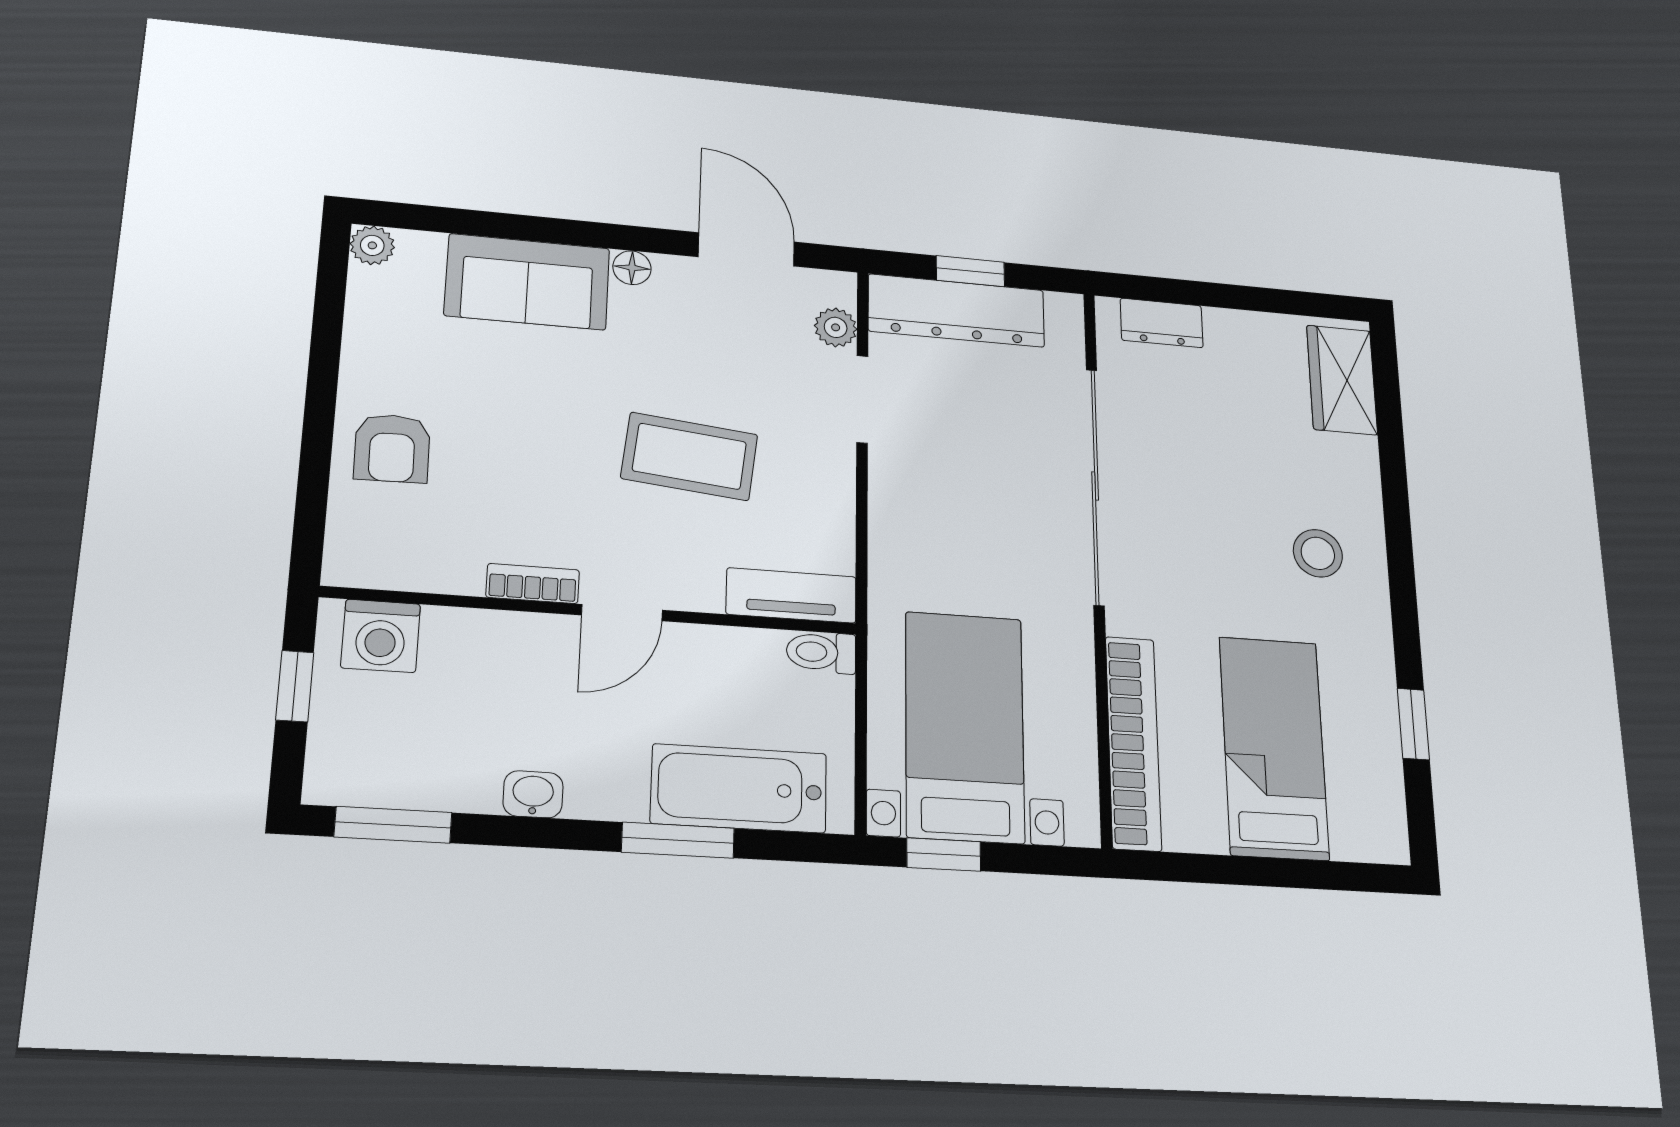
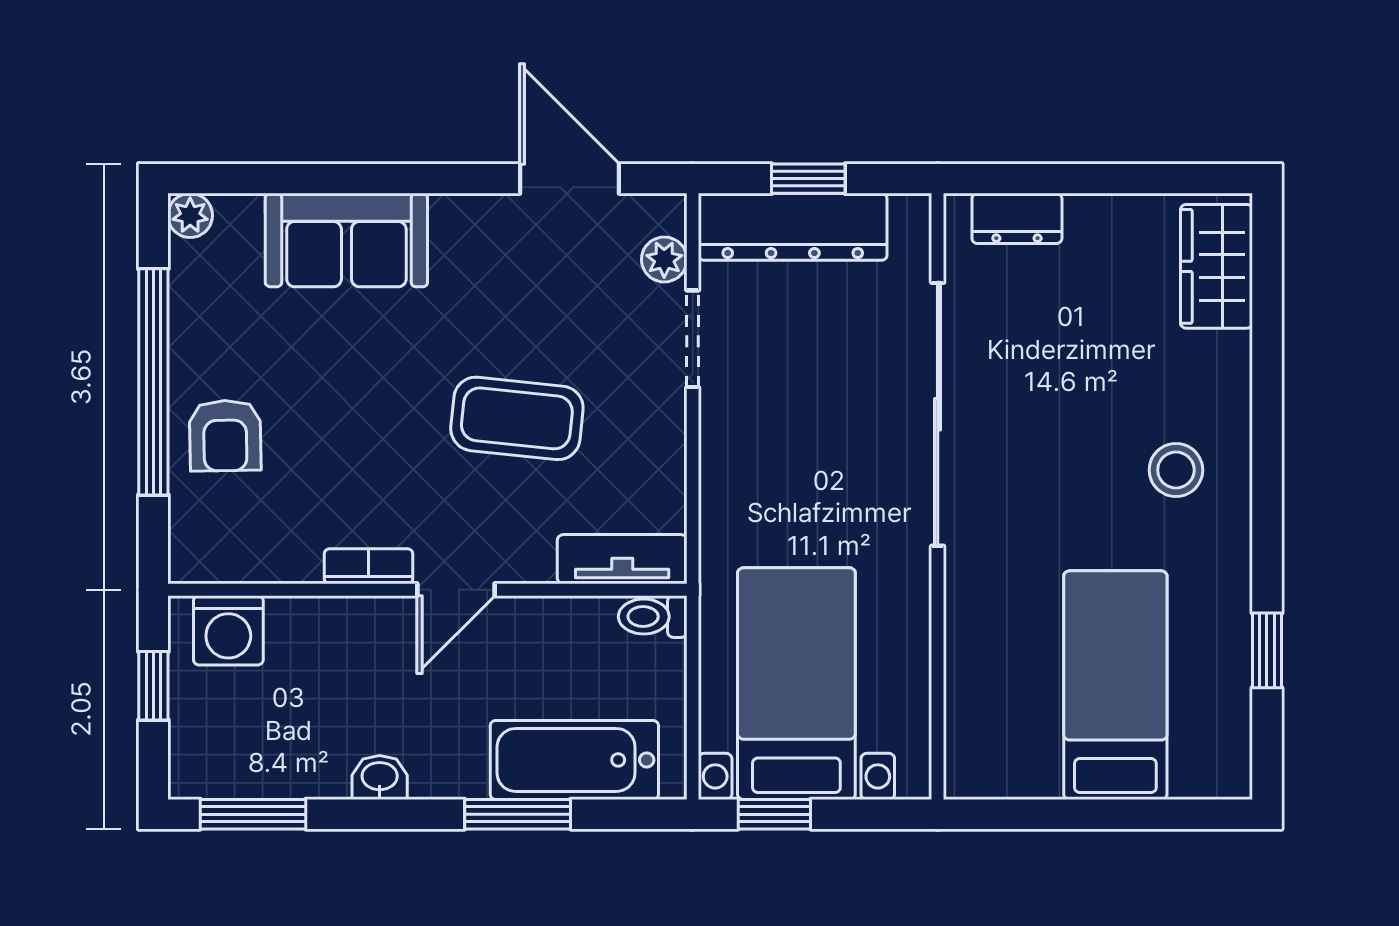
floor lamp: (632, 268) -> (452, 213), removed
window: (321, 392) -> (153, 382), added
bookcase: (1133, 743) -> (968, 689), removed

